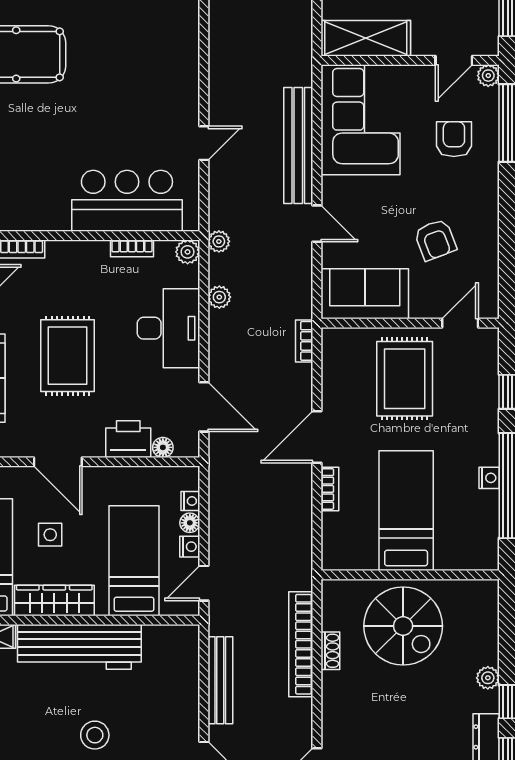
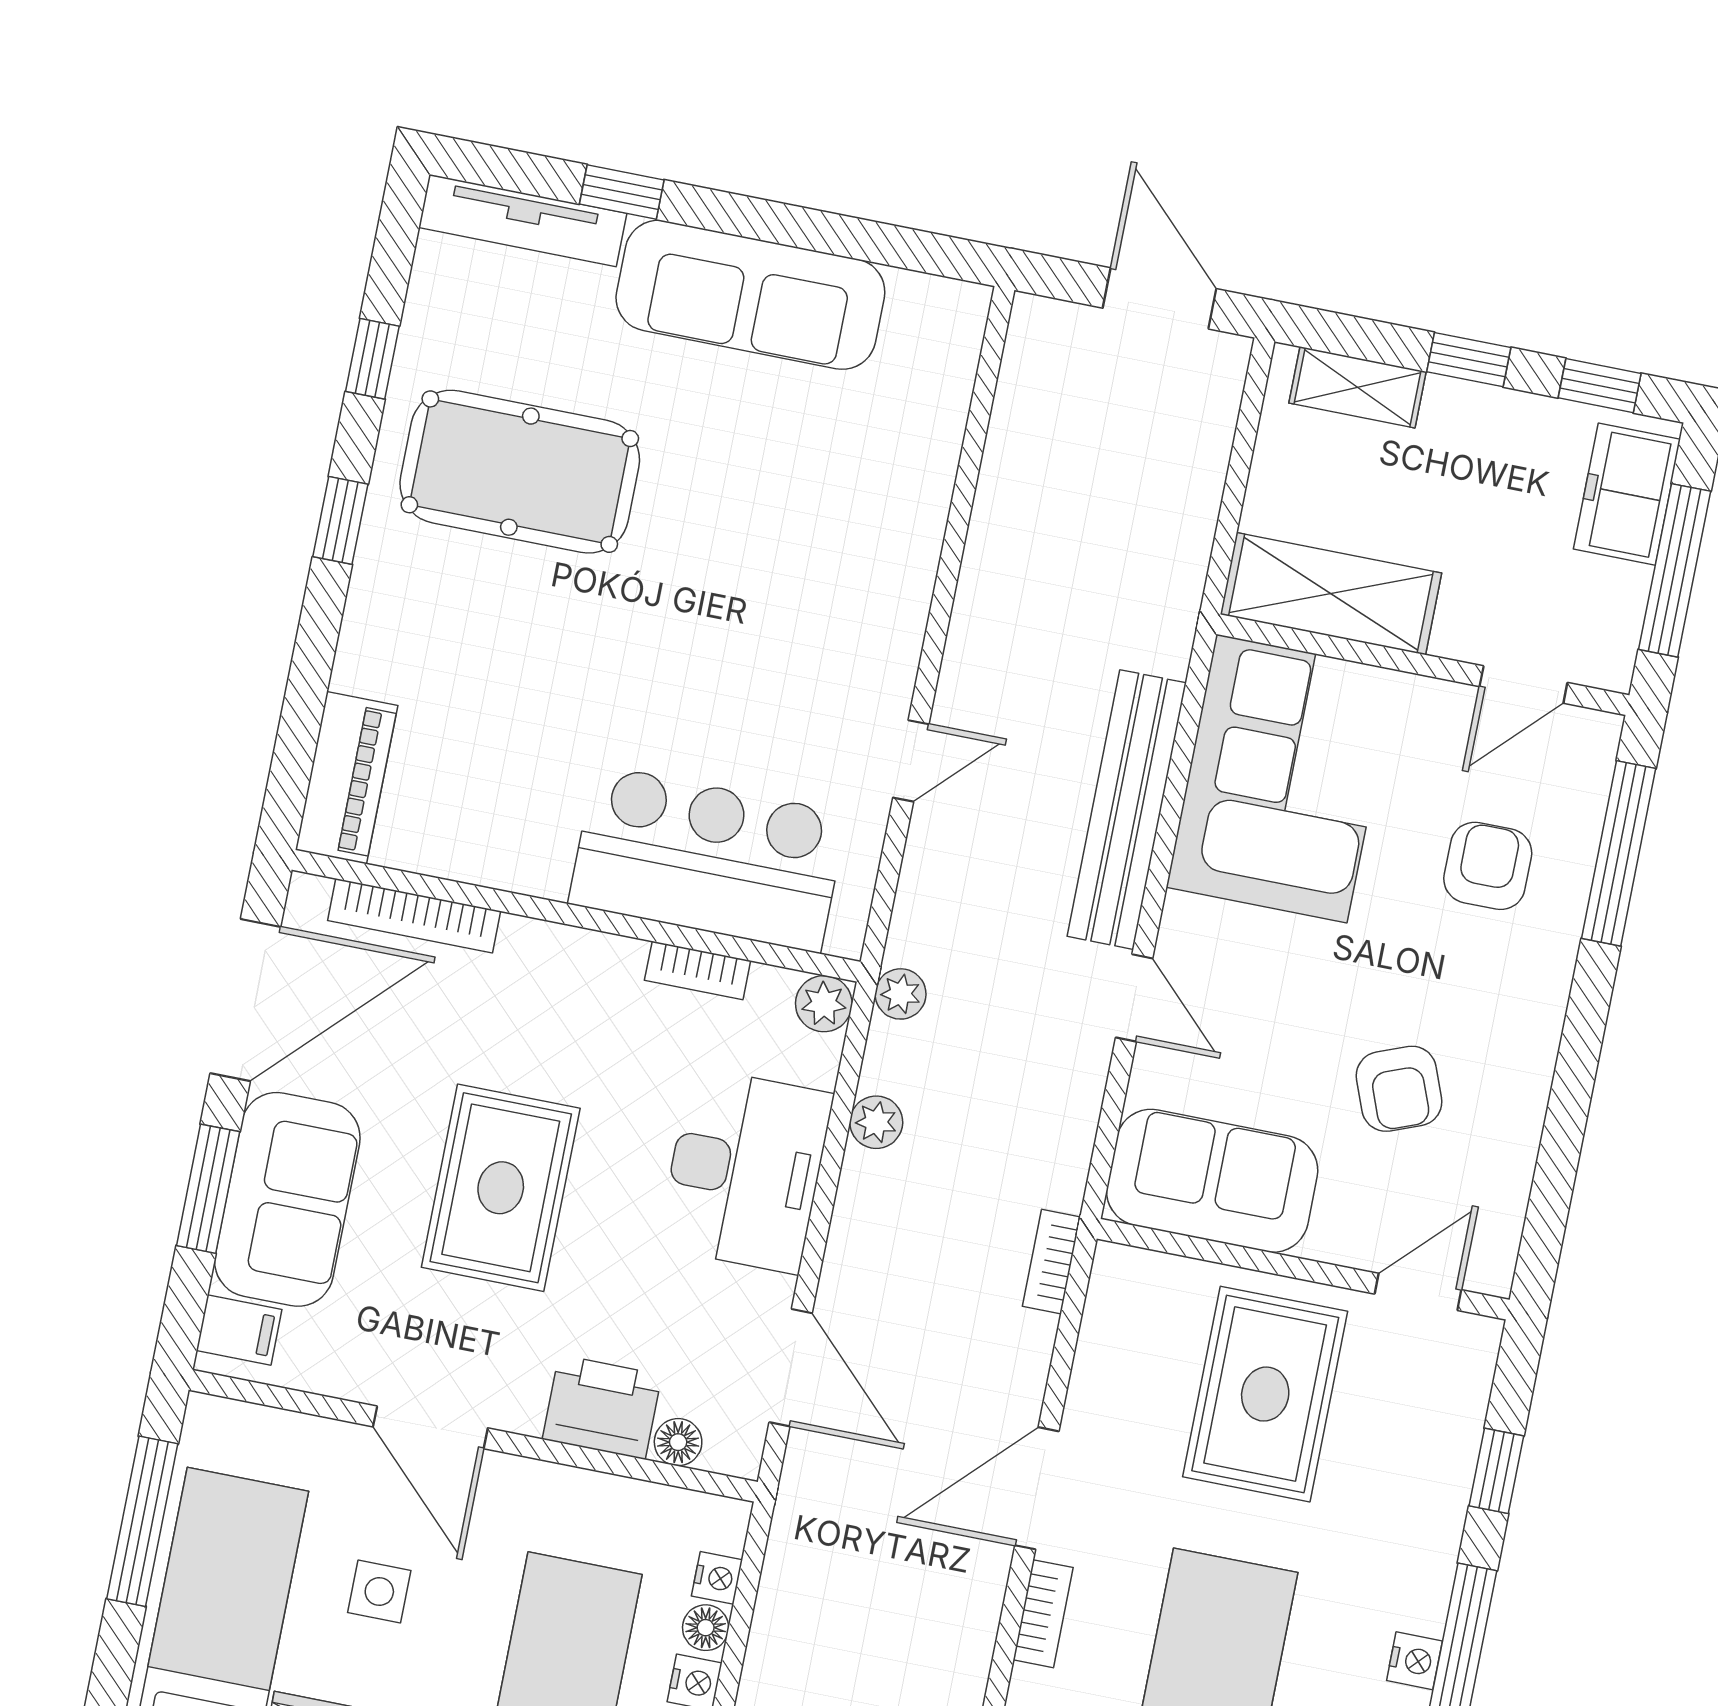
plant: (488, 76) -> (1595, 735), removed

